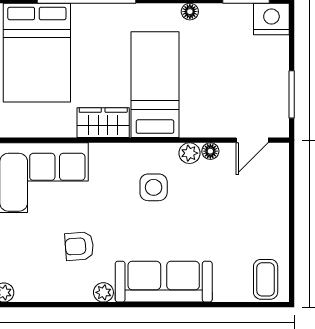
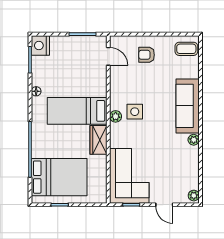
floor lamp: (210, 151) -> (114, 80), removed
plant: (189, 153) -> (116, 116), moved
armchair: (79, 246) -> (147, 55), moved, turned 94

